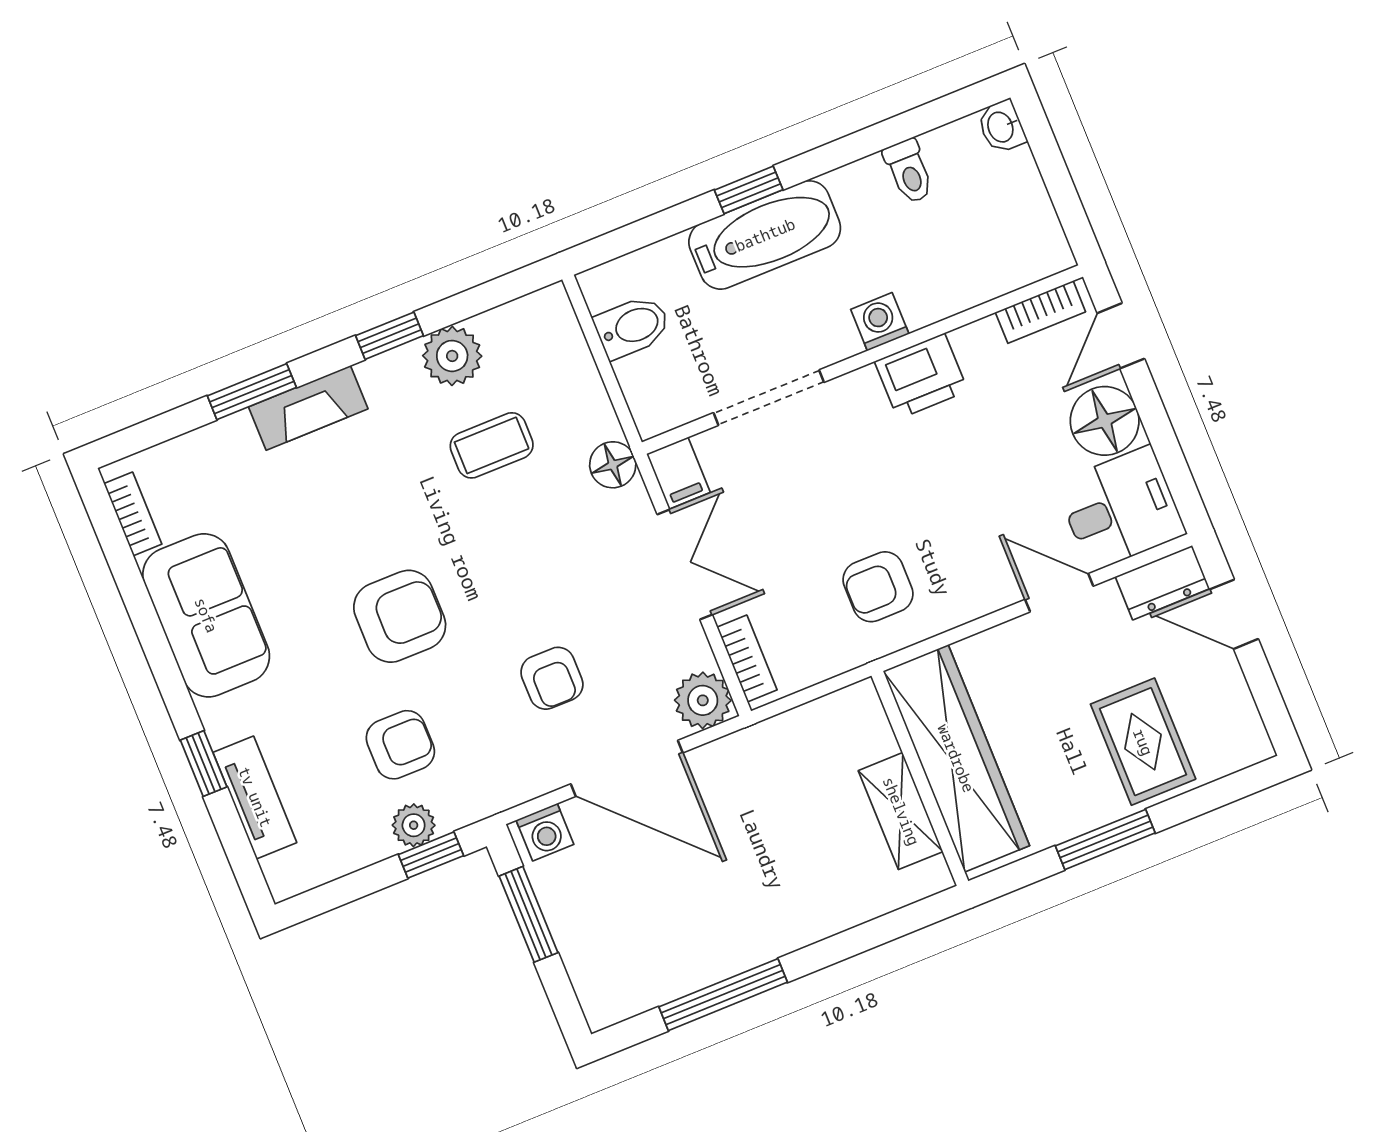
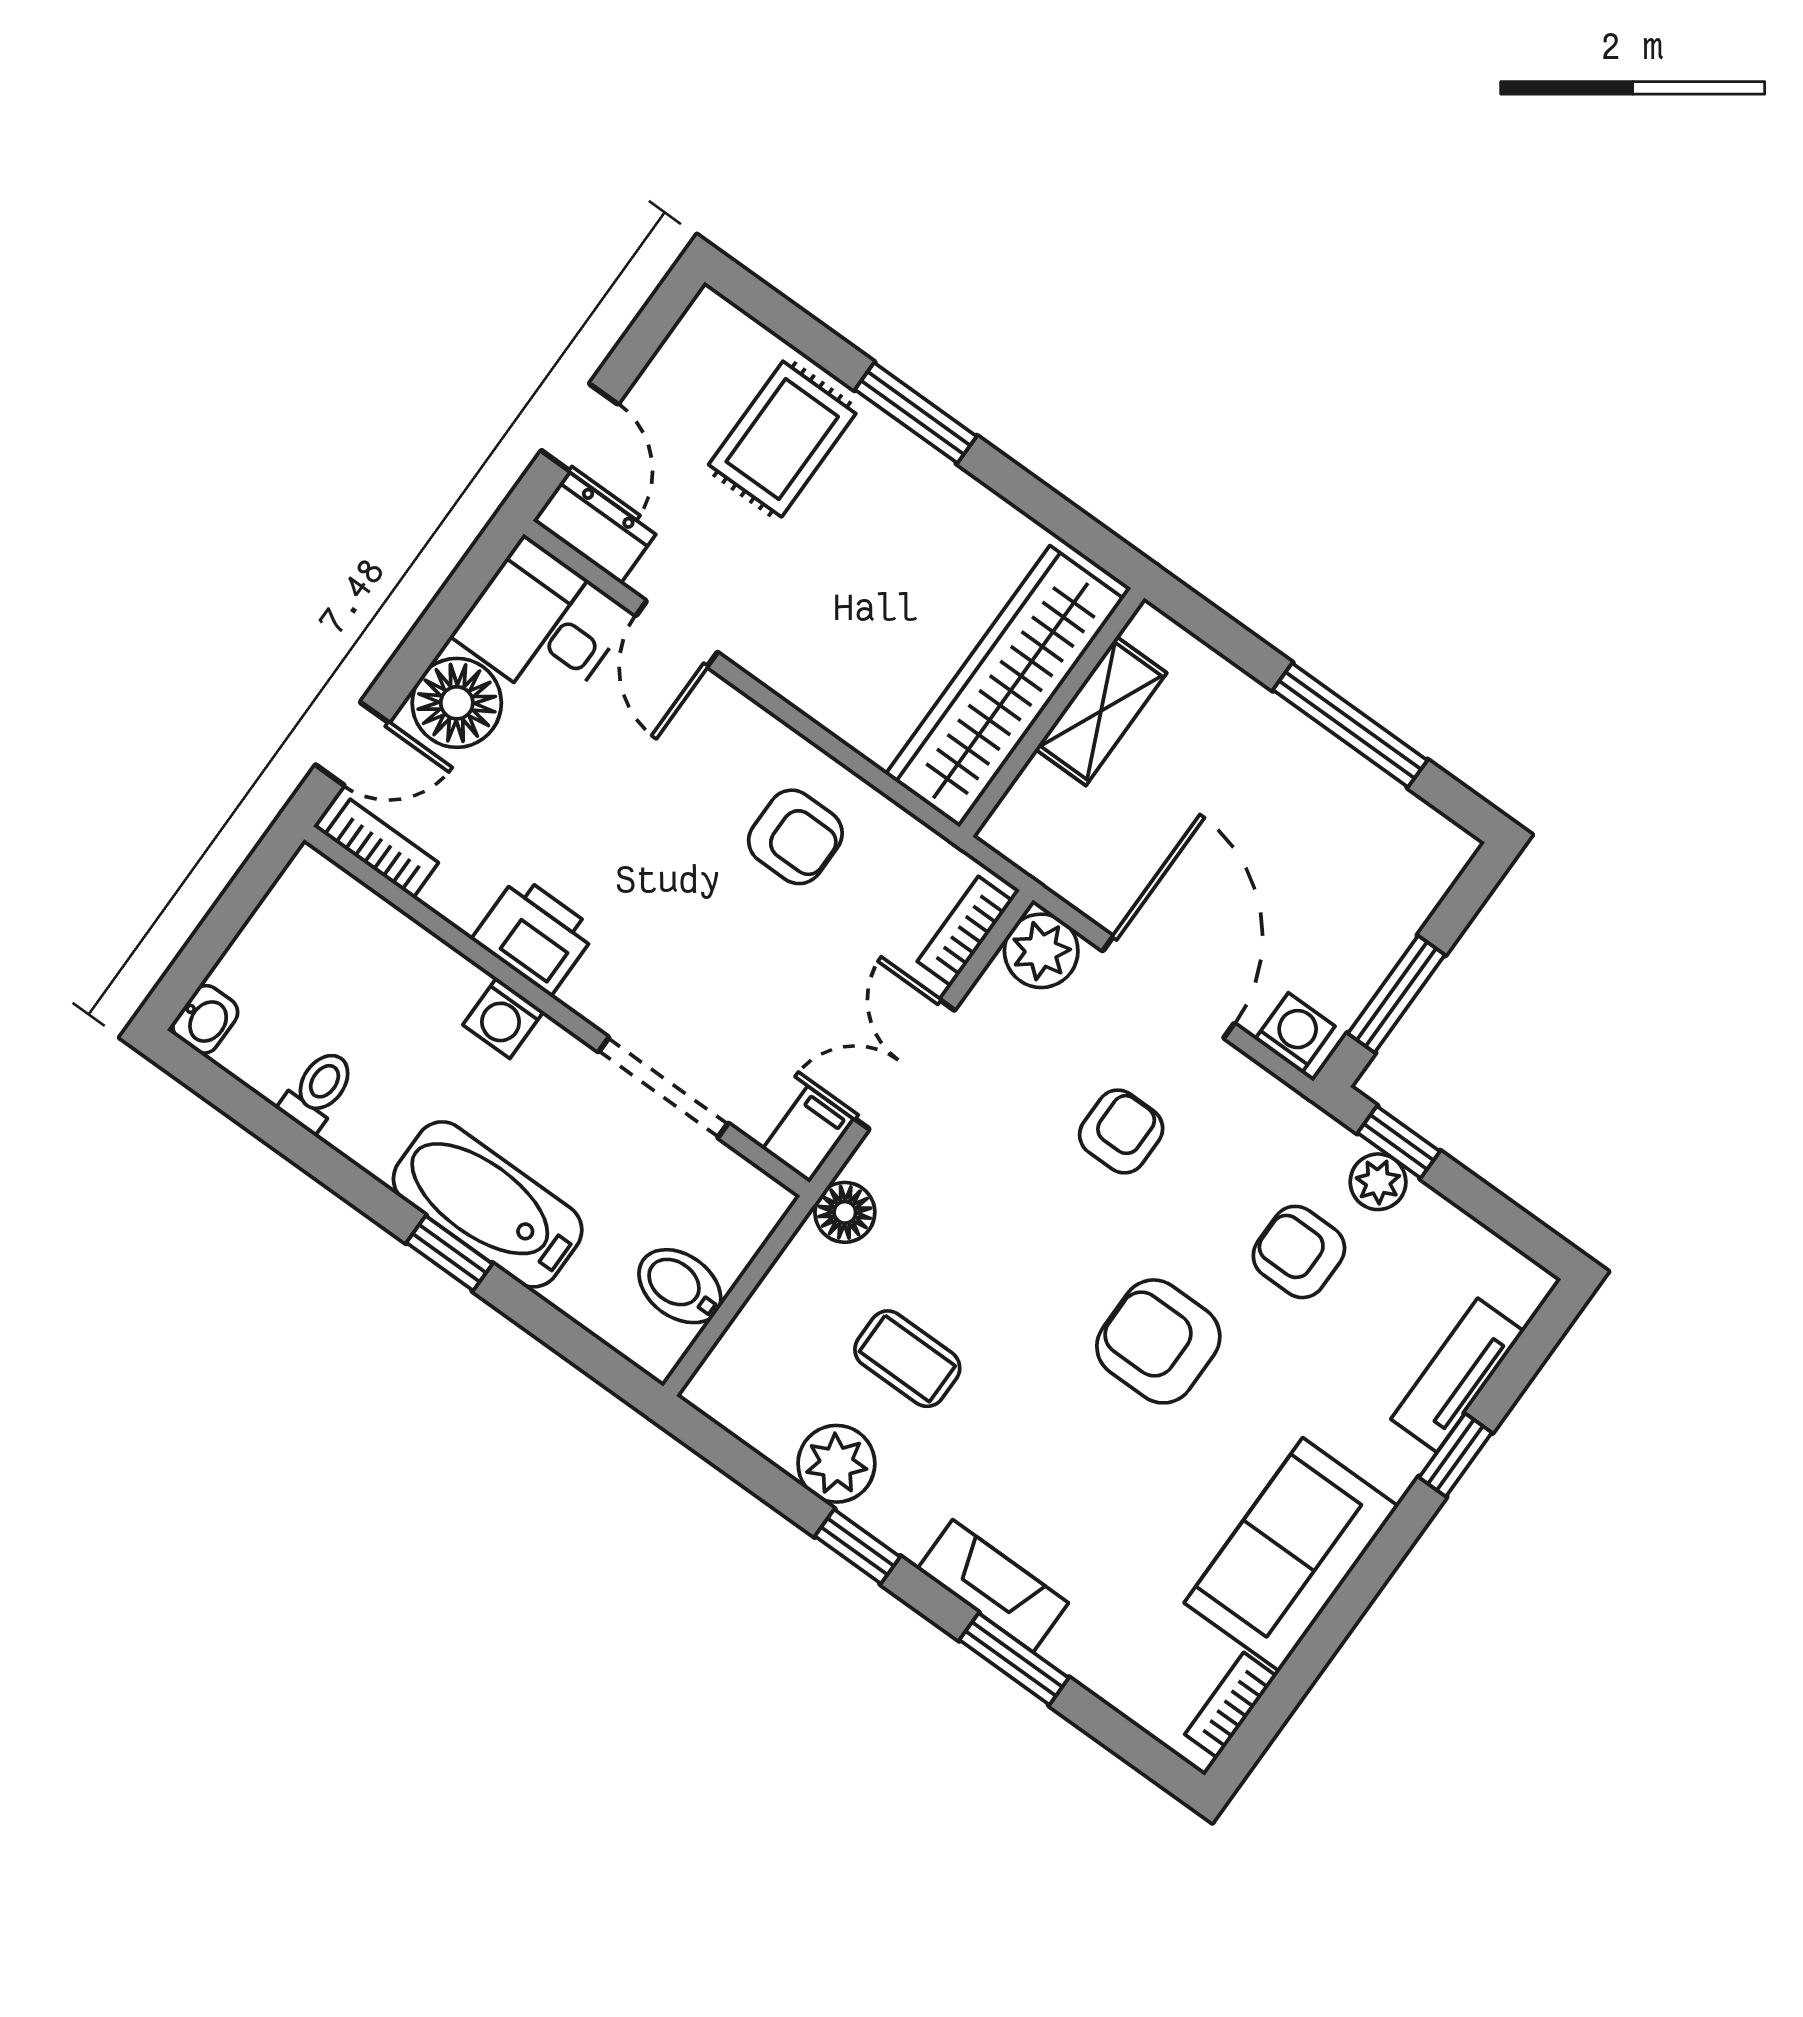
wardrobe: (956, 758) -> (1005, 686), moved
wall: (920, 778) -> (1052, 712), moved
shelving: (901, 811) -> (1101, 711), moved

